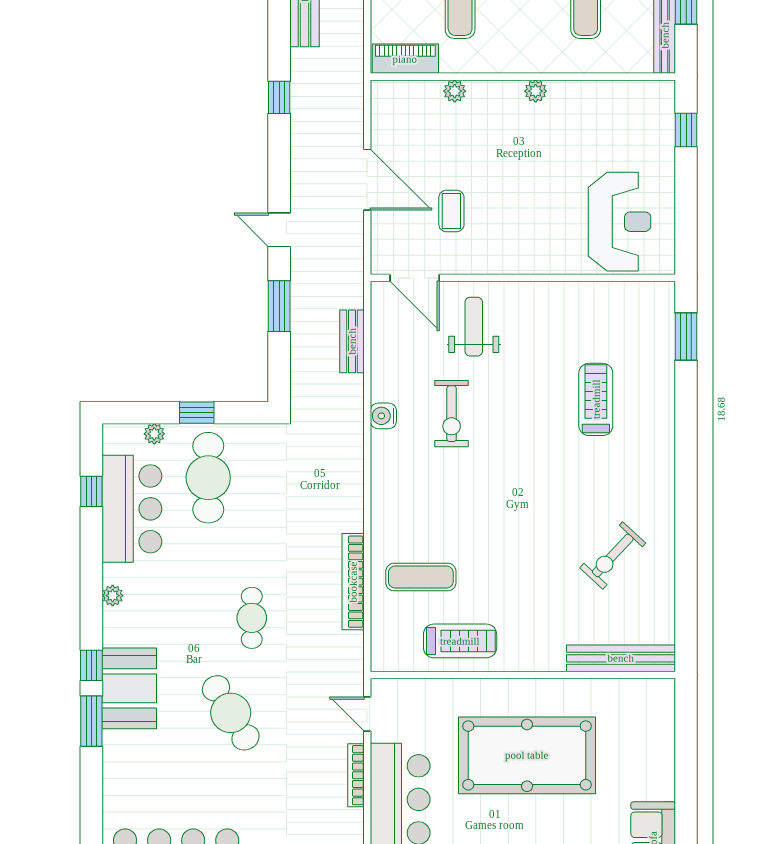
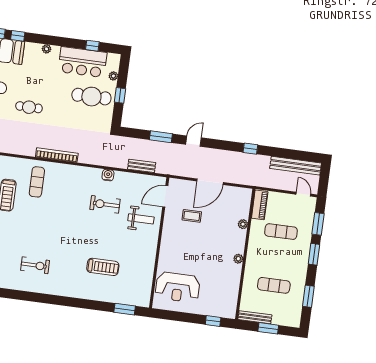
exercise bike: (613, 555) -> (35, 265), turned 137
bookcase: (353, 582) -> (57, 155), moved

